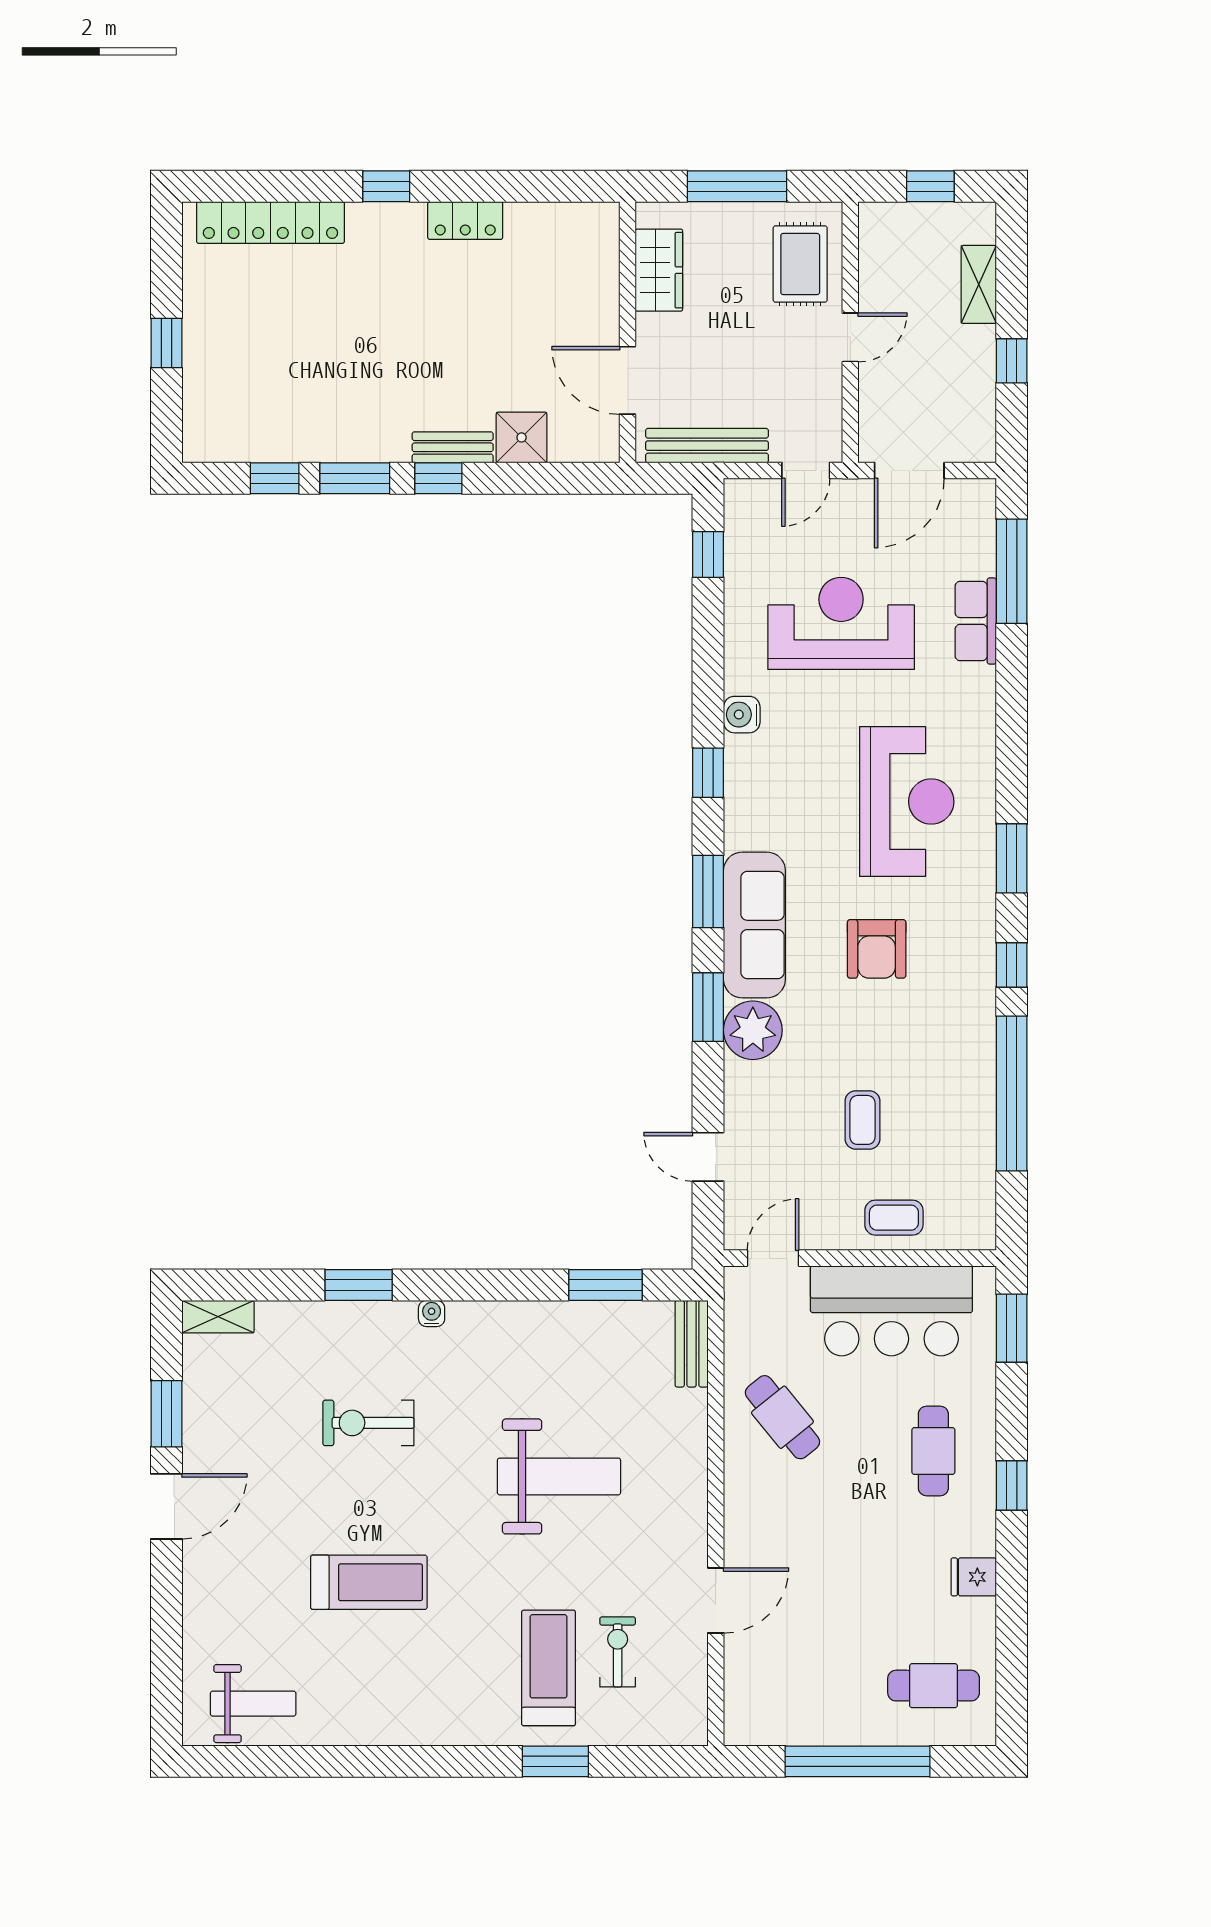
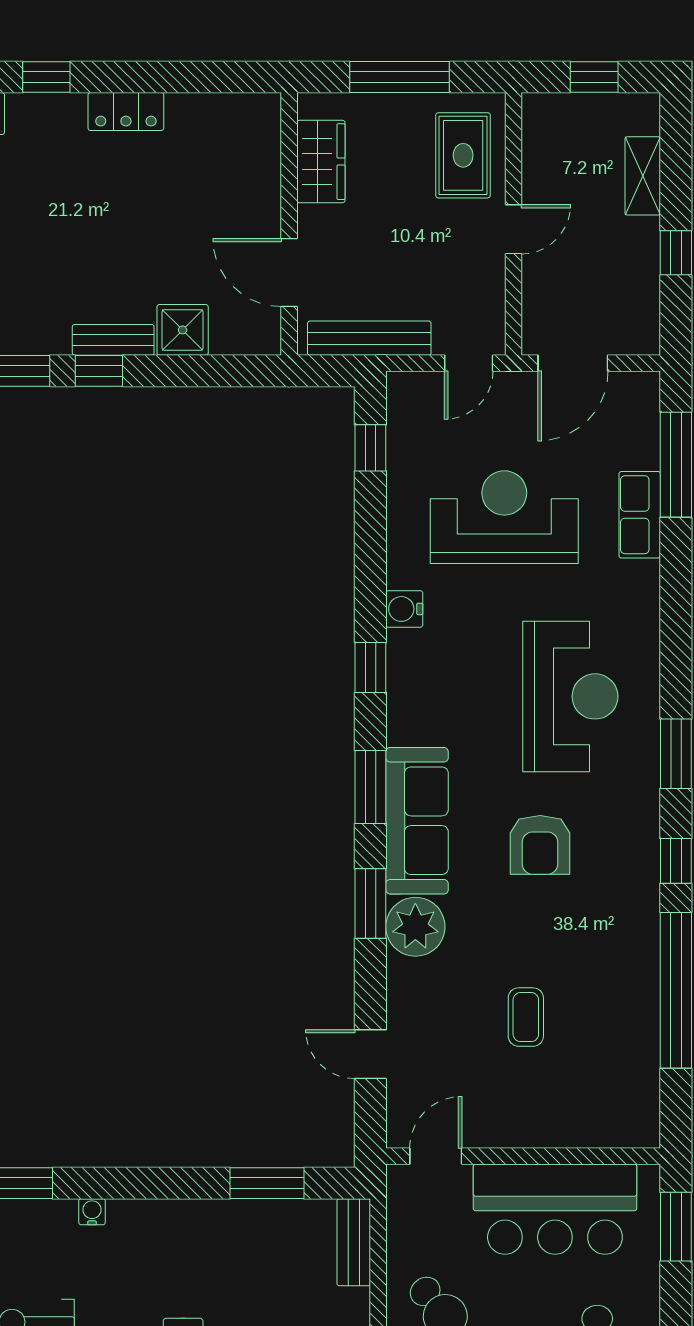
coffee table: (894, 1218) -> (557, 1115), removed

